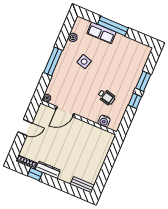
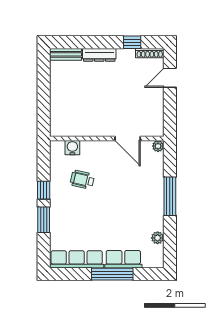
row of seats: (132, 46) -> (77, 259), added
side table: (84, 62) -> (130, 213), removed
door: (65, 112) -> (128, 139), swing flipped
door: (25, 127) -> (170, 78), moved
dresser: (48, 170) -> (99, 55), moved

